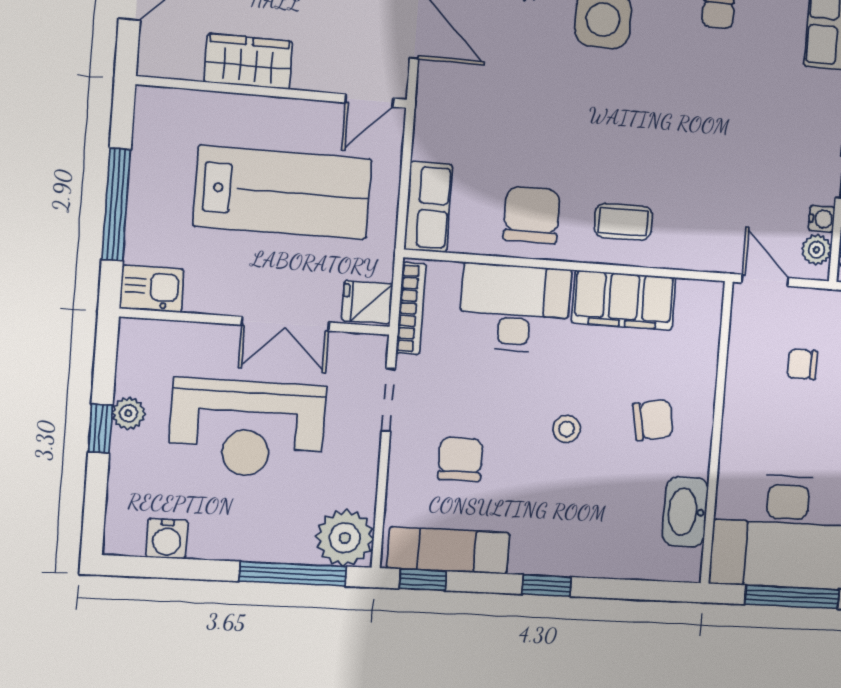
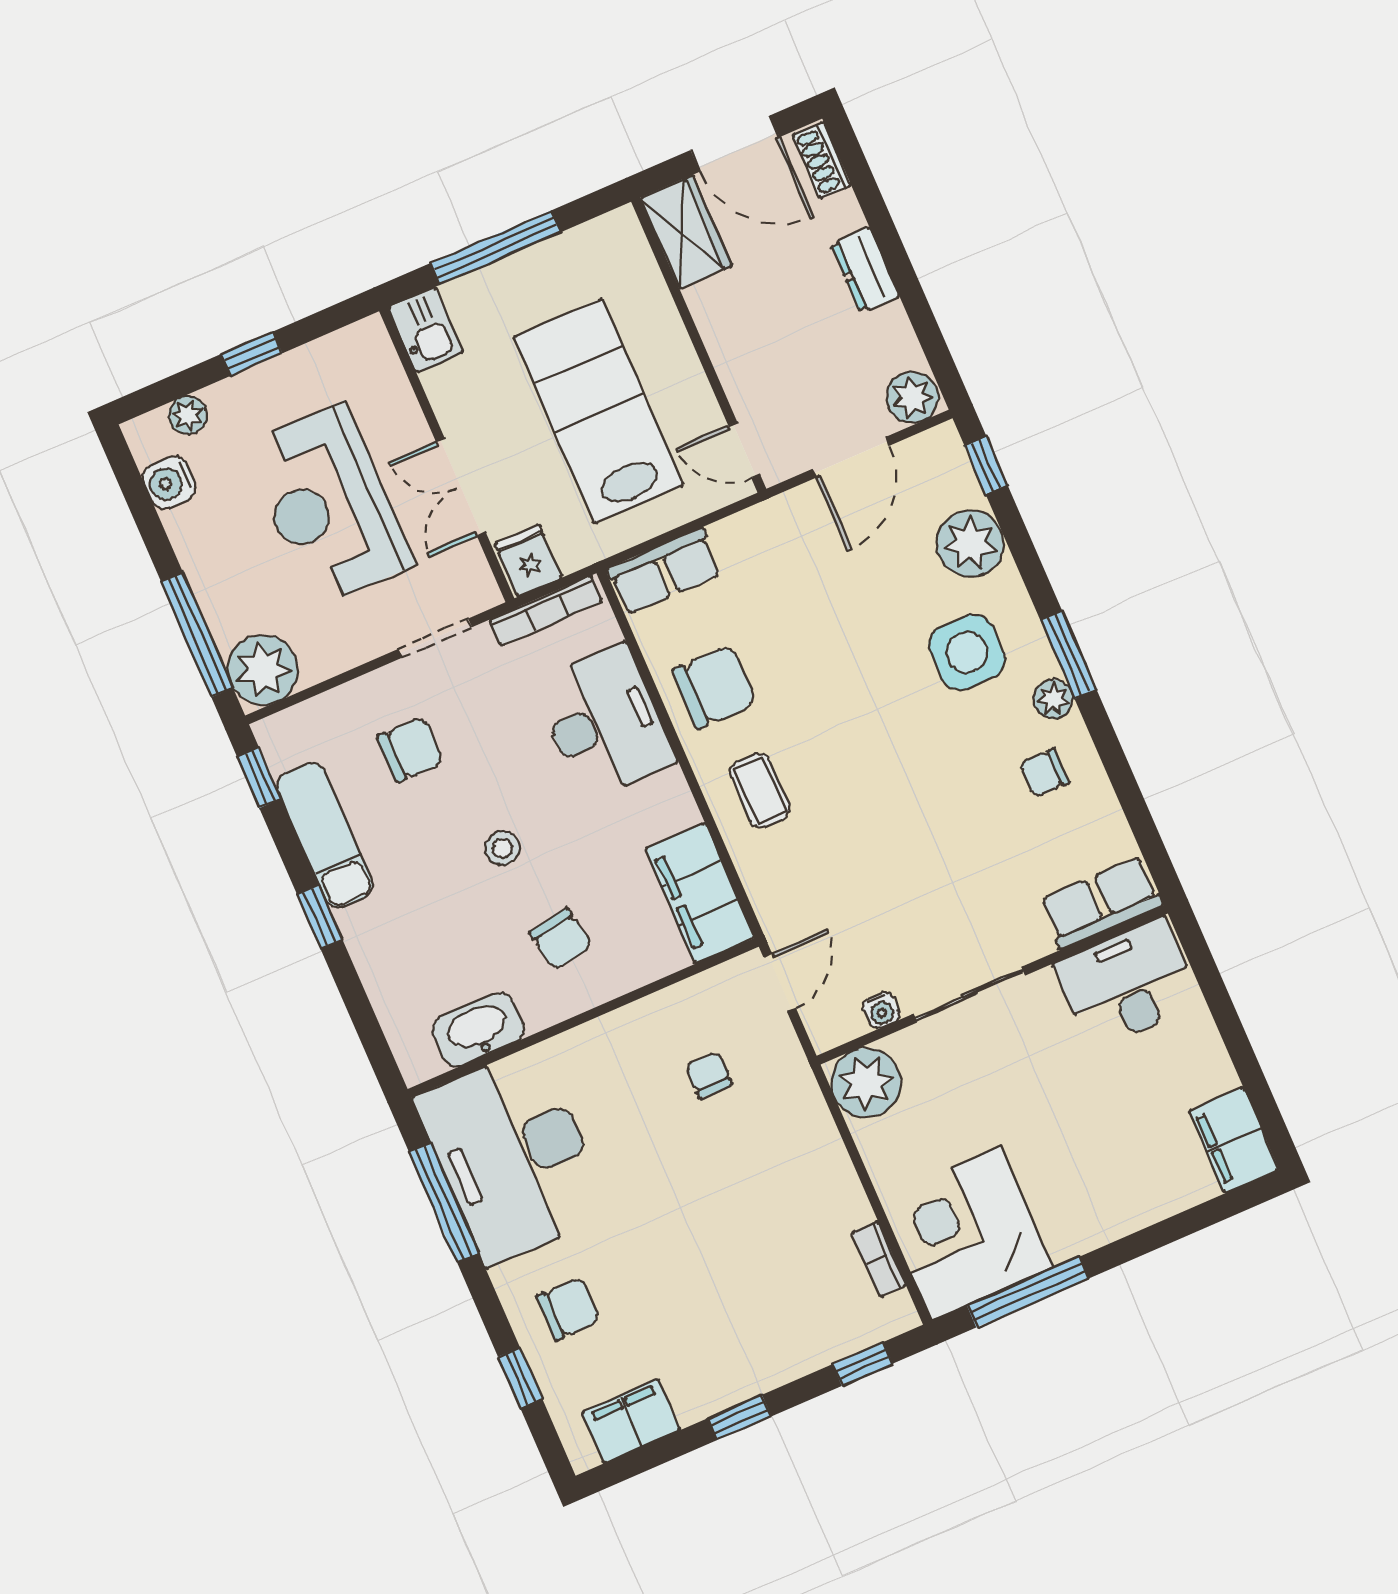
wardrobe: (248, 62) -> (686, 232), moved
lab bench: (283, 192) -> (598, 411), turned 180
plant: (817, 250) -> (844, 1023), removed
filing cabinet: (624, 300) -> (700, 893), moved
plant: (129, 413) -> (188, 415), moved
exam couch: (448, 551) -> (325, 835), moved

